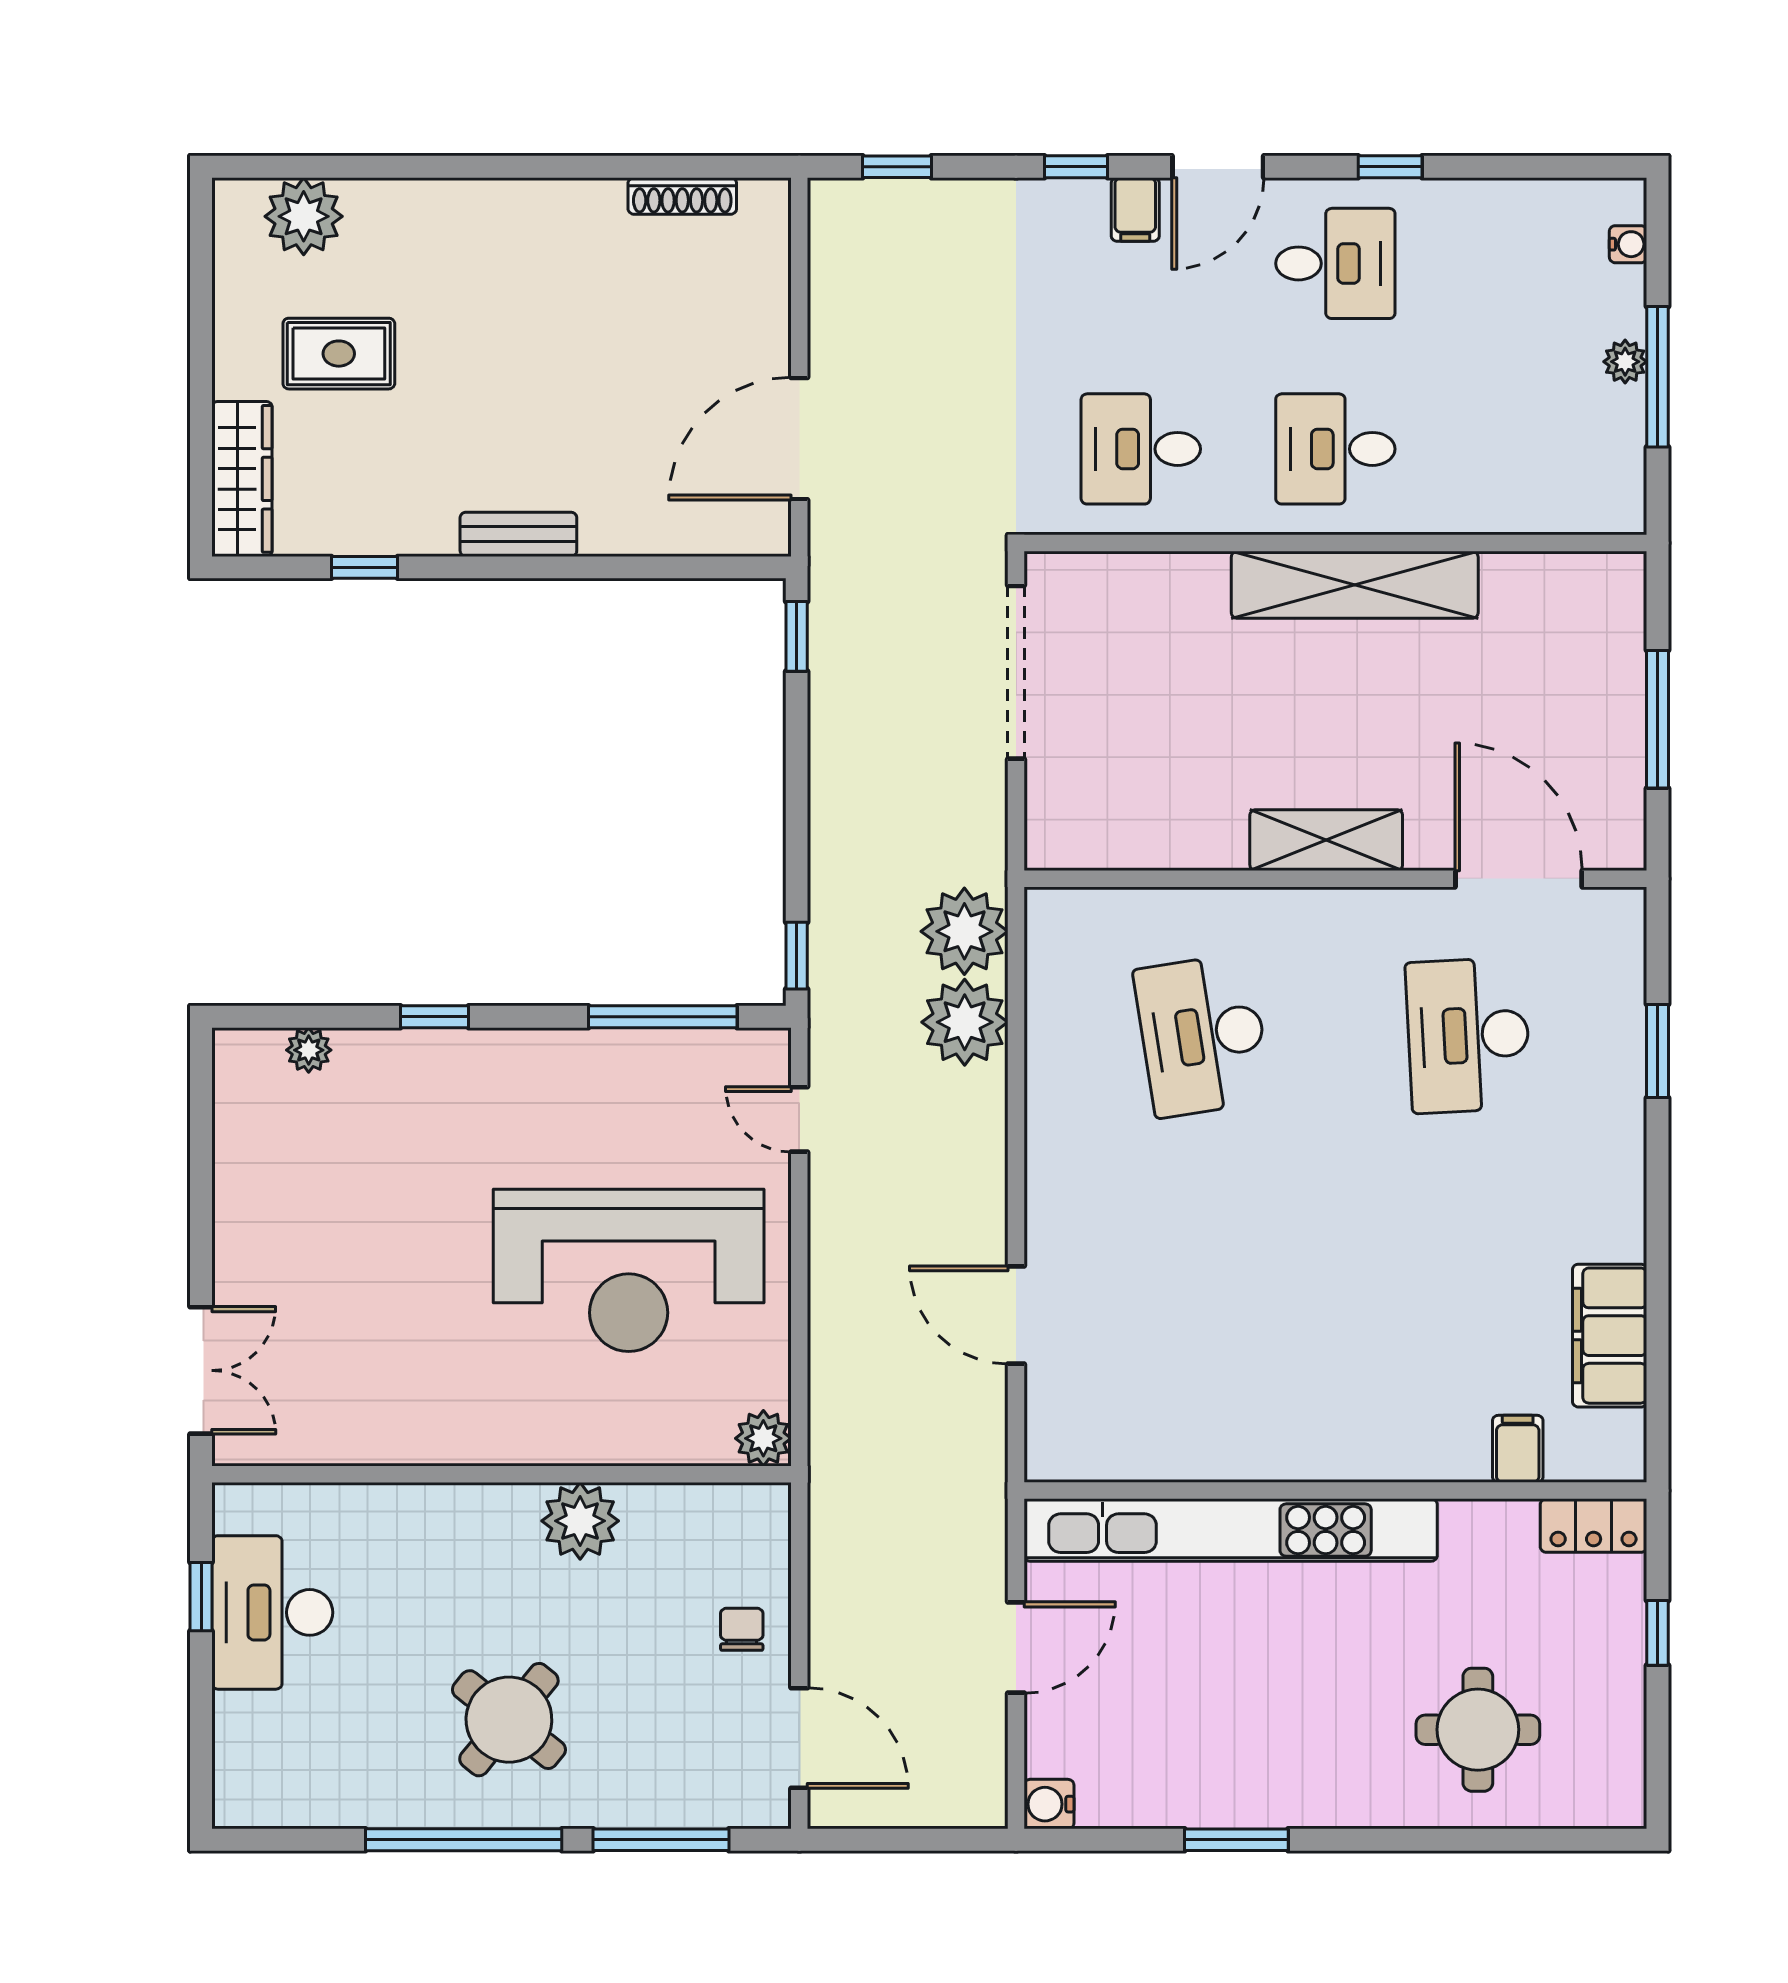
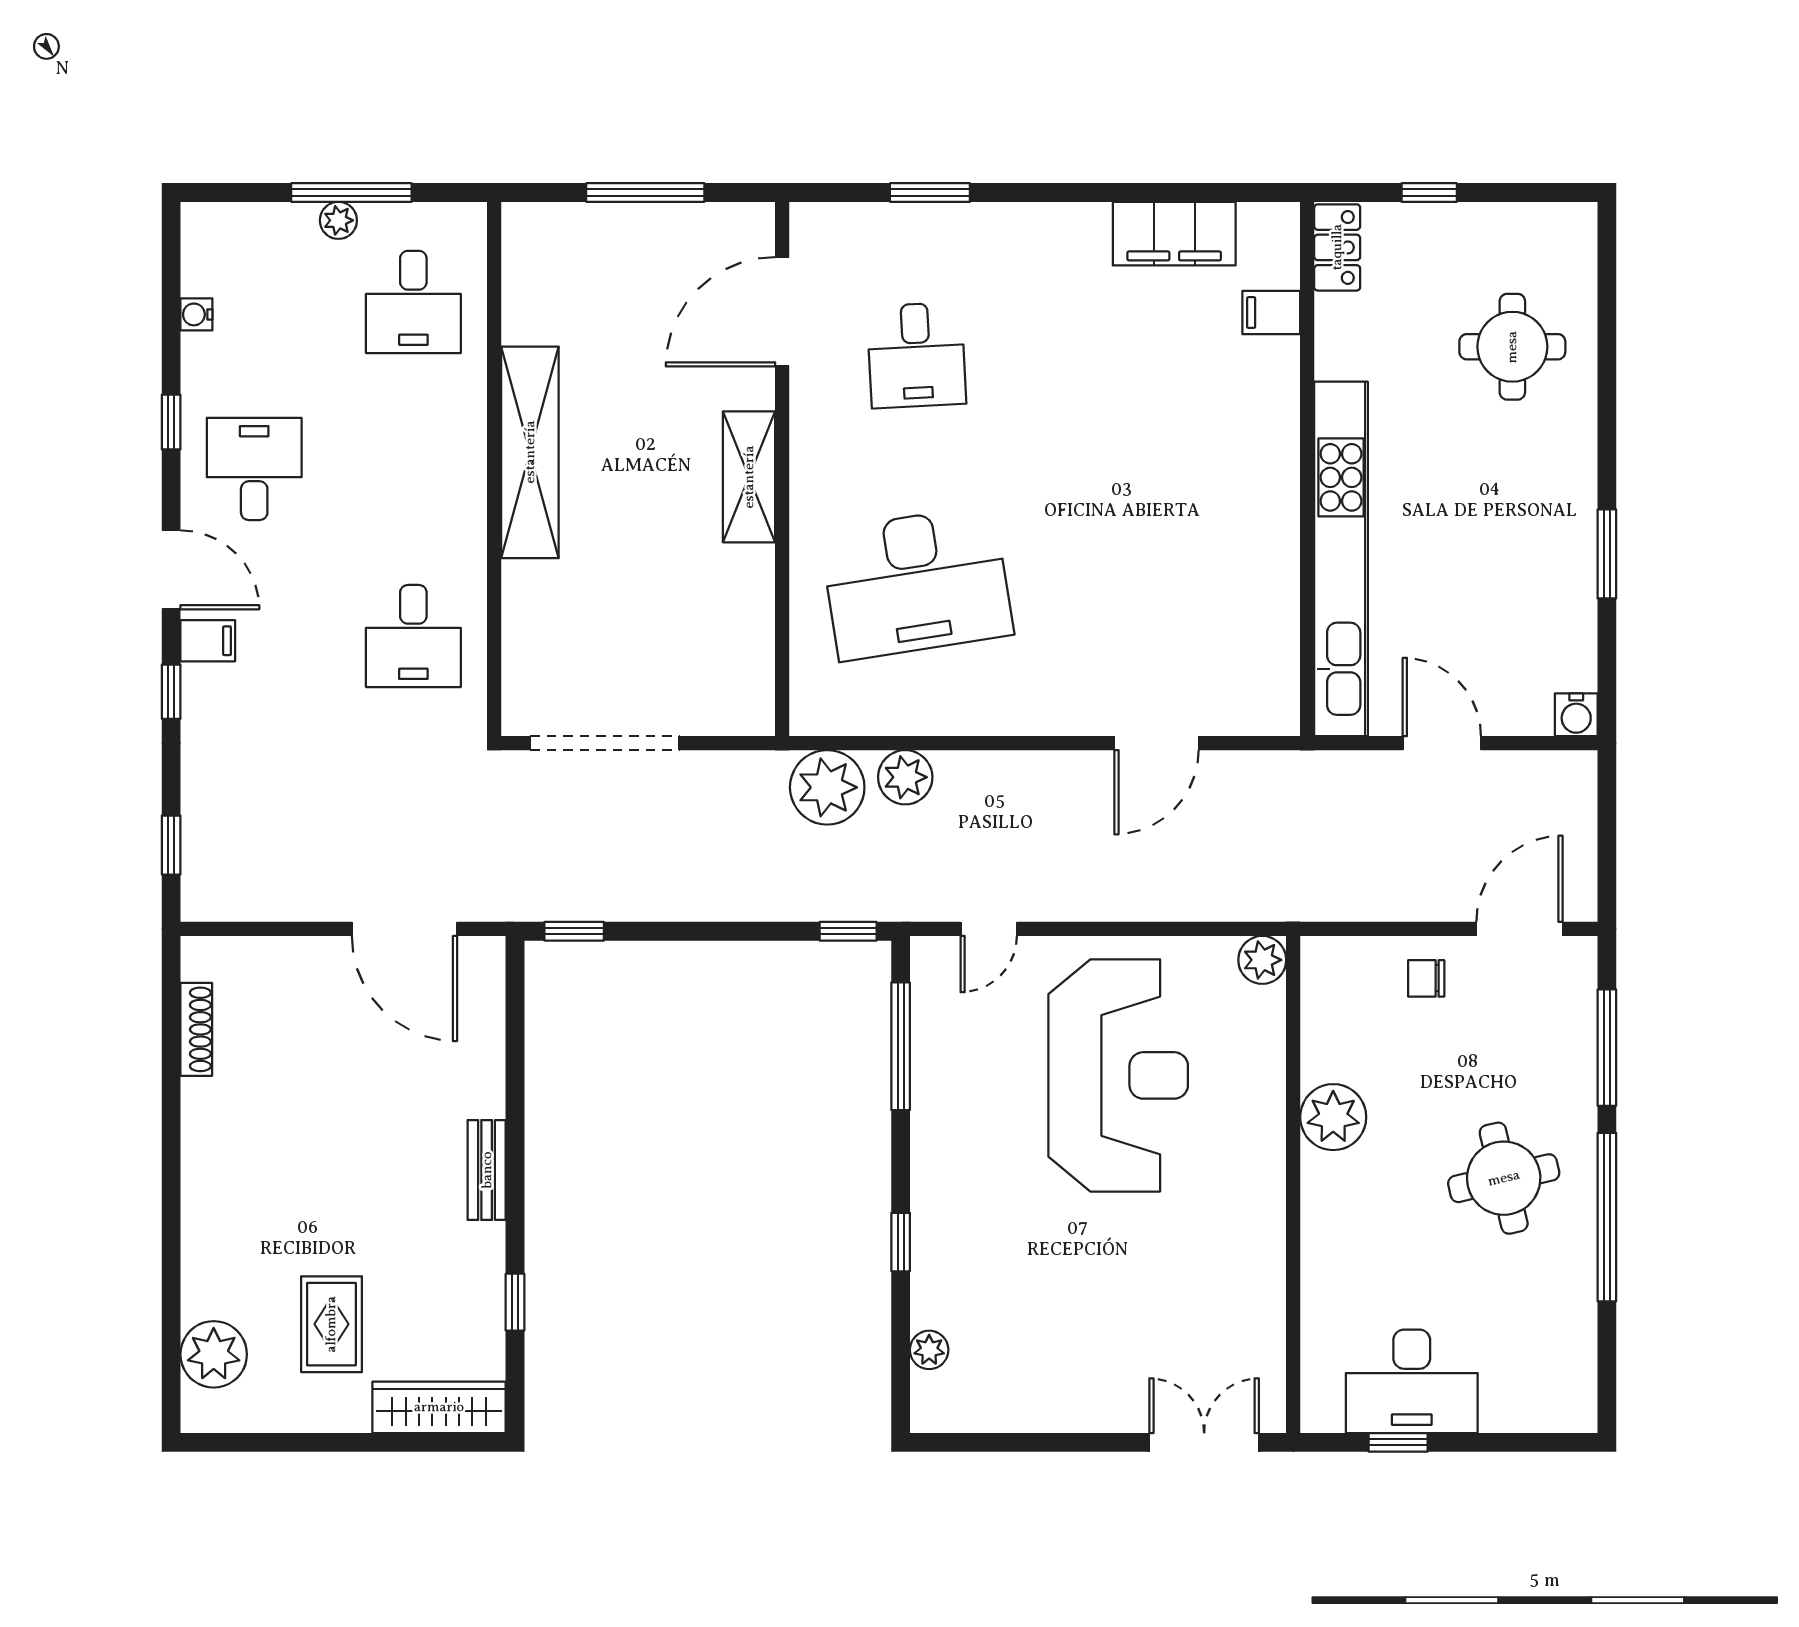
water cooler: (1628, 244) -> (196, 314), moved, turned -90
desk: (1335, 449) -> (413, 302), moved
plant: (965, 1022) -> (905, 777), width x0.73, depth x0.73
desk: (1203, 1035) -> (916, 583), width x1.36, depth x1.30
desk: (1468, 1035) -> (916, 355), width x0.73
round table: (509, 1720) -> (1504, 1178), turned 38

